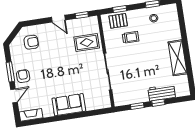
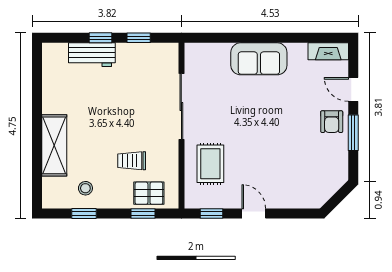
armchair: (31, 42) -> (308, 179), removed
rug: (87, 42) -> (210, 164), turned 90
shelving: (178, 58) -> (54, 145), moved
door: (14, 96) -> (353, 89), hinge flipped

